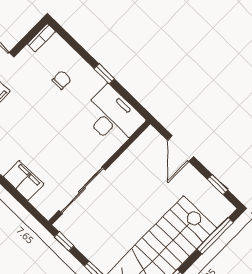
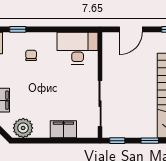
window: (104, 74) -> (18, 29), moved
door: (181, 148) -> (131, 29), hinge flipped

